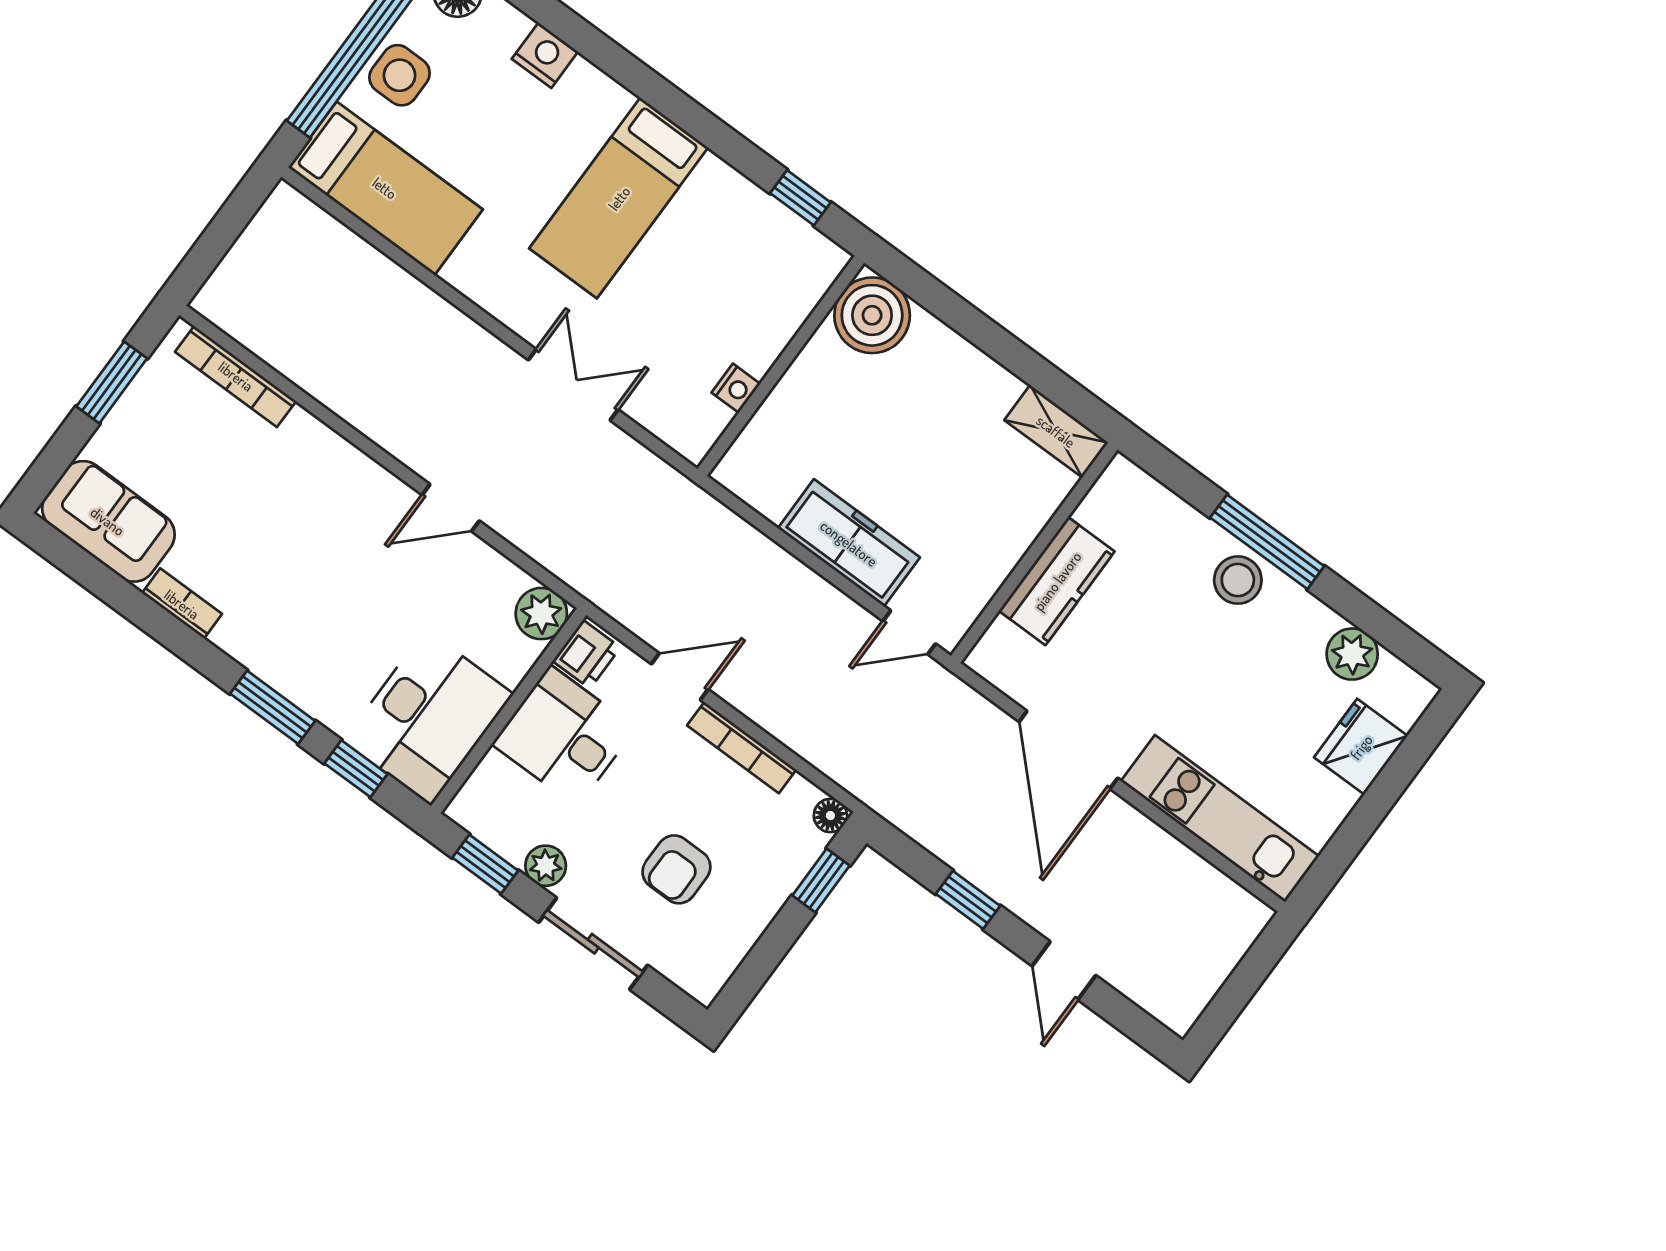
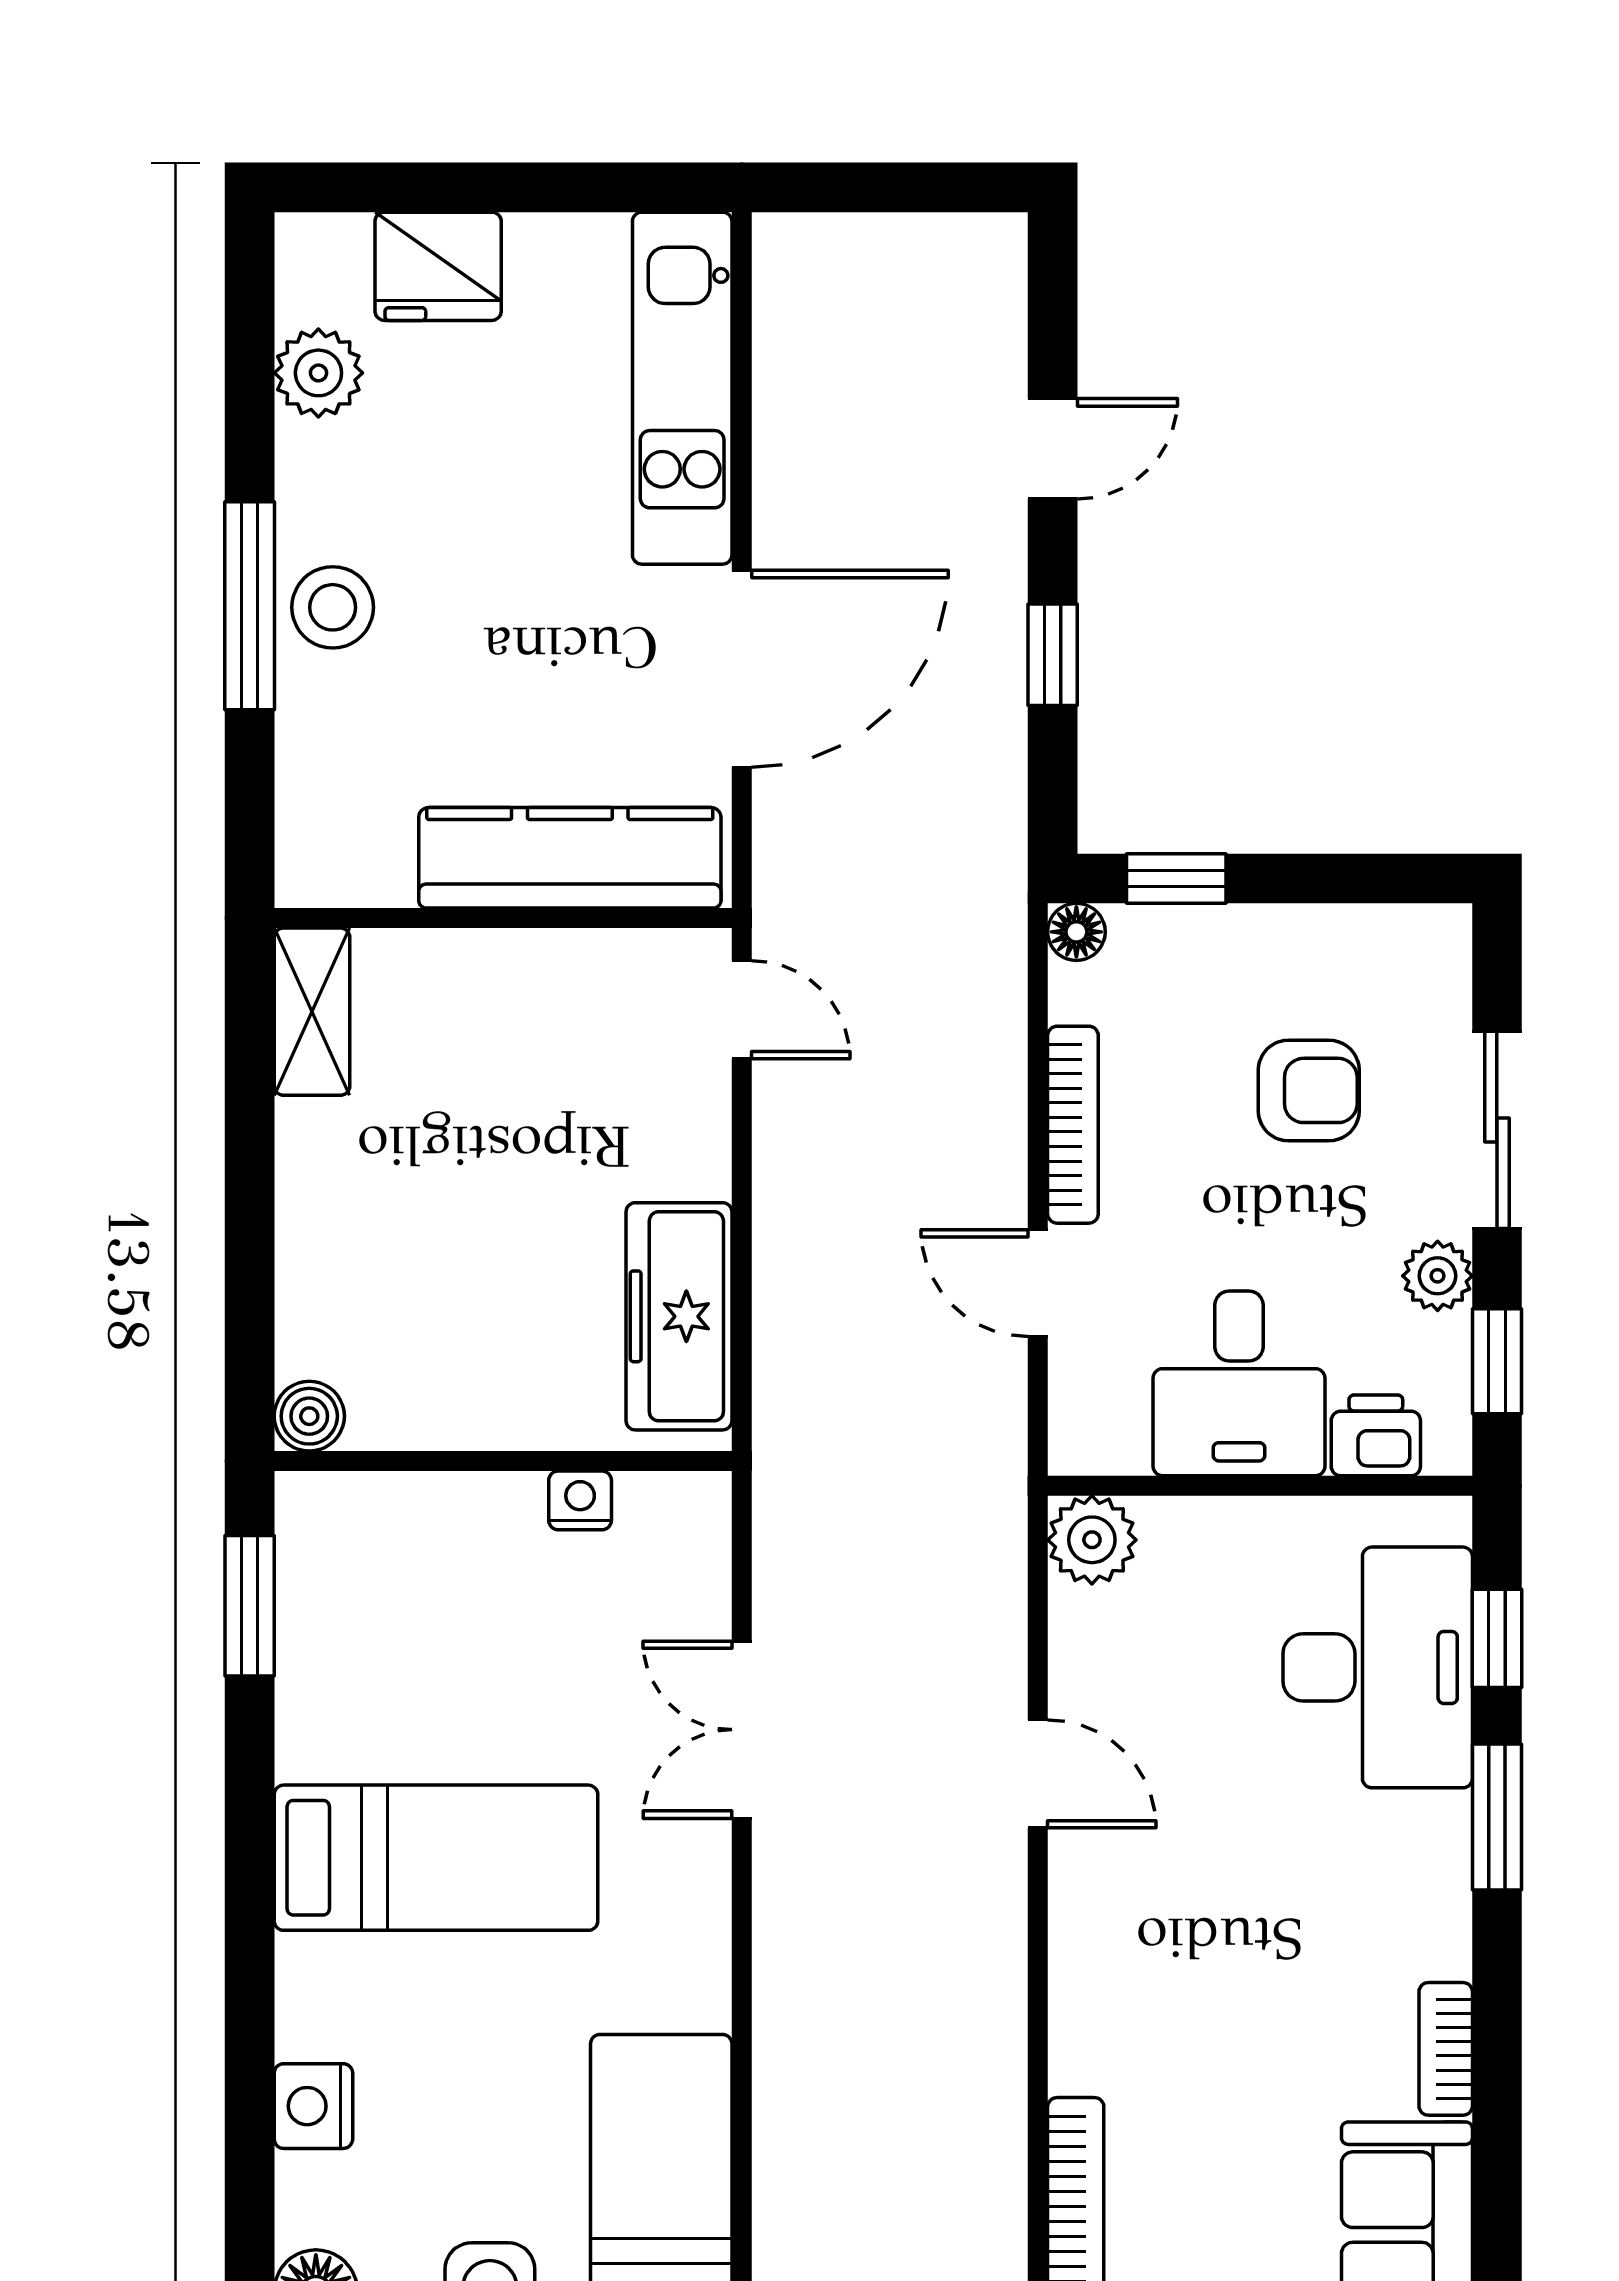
window: (800, 198) -> (250, 1606), width x1.50
boiler: (872, 315) -> (309, 1416), width x0.54, depth x0.54
freezer: (849, 543) -> (679, 1316), moved
kitchen counter: (1057, 581) -> (570, 858), width x1.50
printer: (587, 654) -> (1376, 1435), moved
desk: (428, 718) -> (1378, 1667), moved, turned 90

